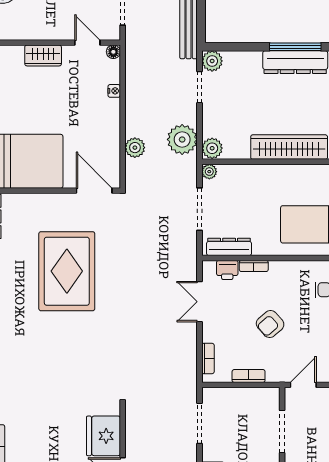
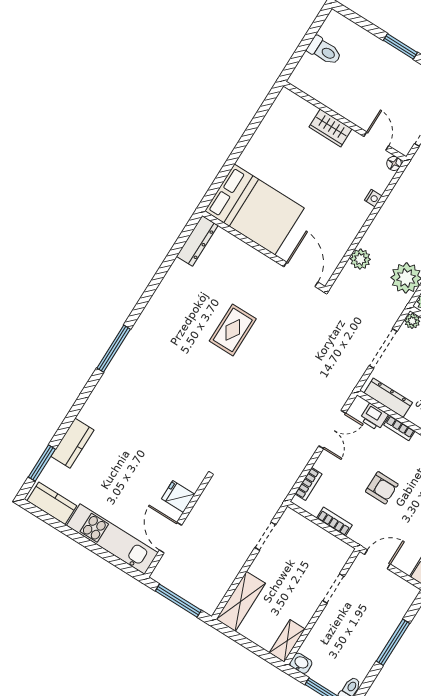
rug: (67, 271) -> (233, 330), width x0.54, depth x0.49
double door: (199, 302) -> (332, 429), swing flipped
armchair: (270, 324) -> (382, 488), turned -139
doorway: (199, 423) -> (265, 536), width x0.73
doorway: (282, 431) -> (333, 589), width x0.73
fridge: (103, 436) -> (178, 497), width x0.53, depth x0.75

